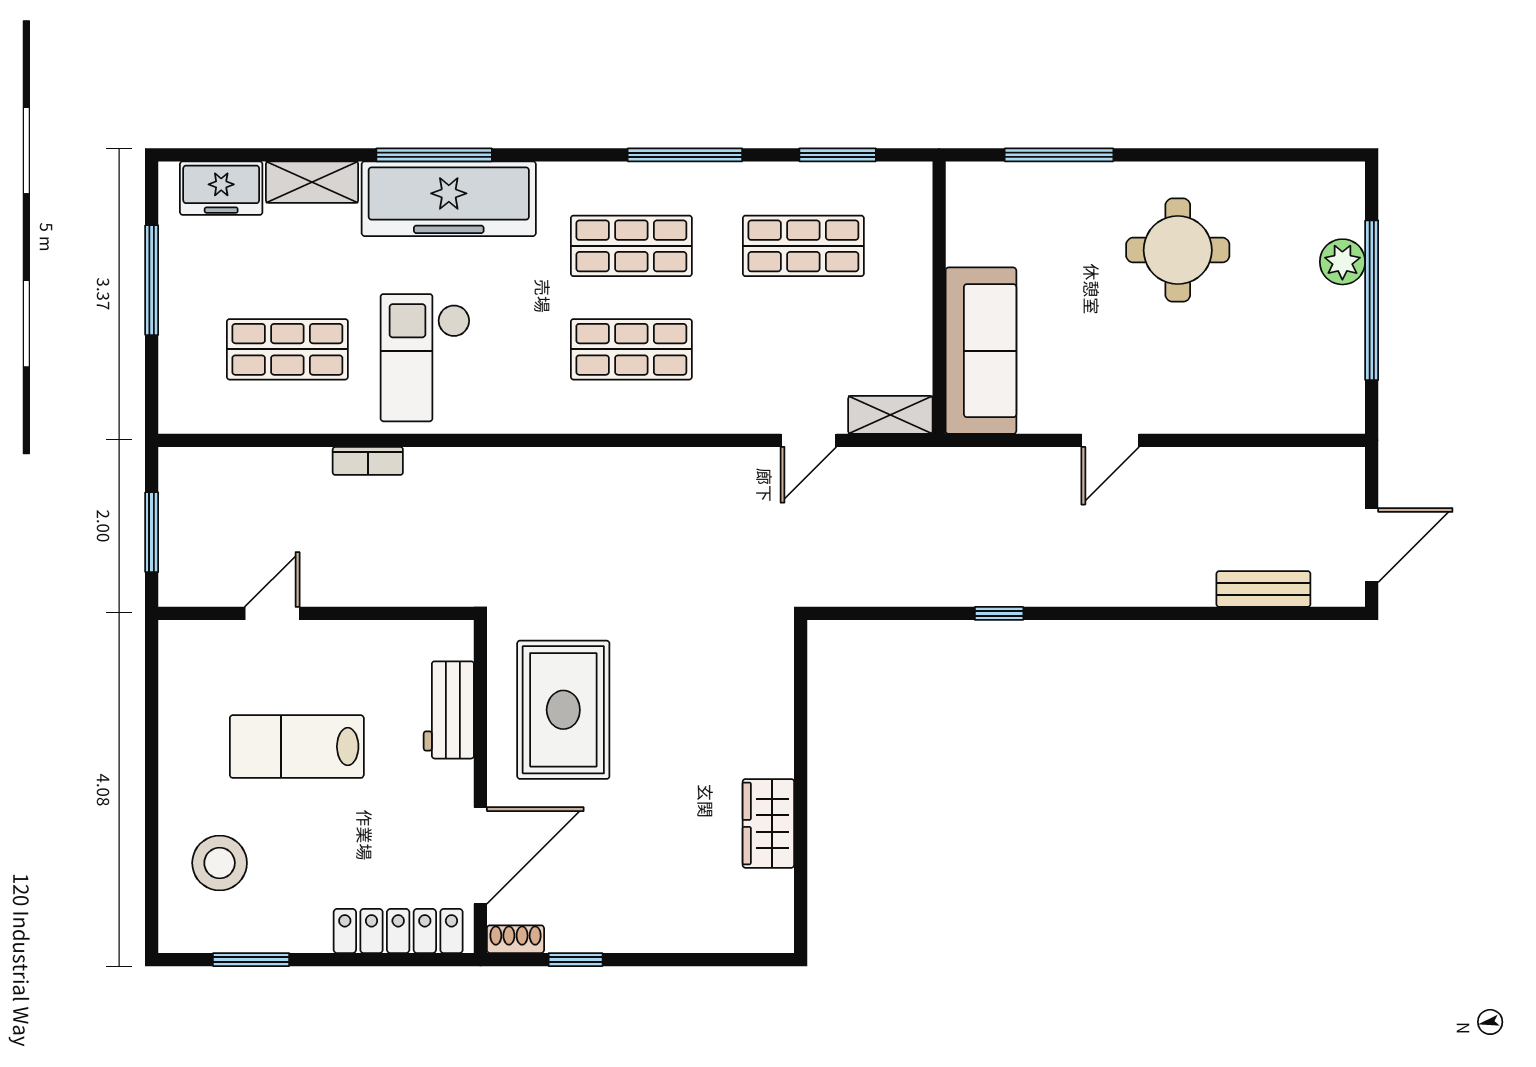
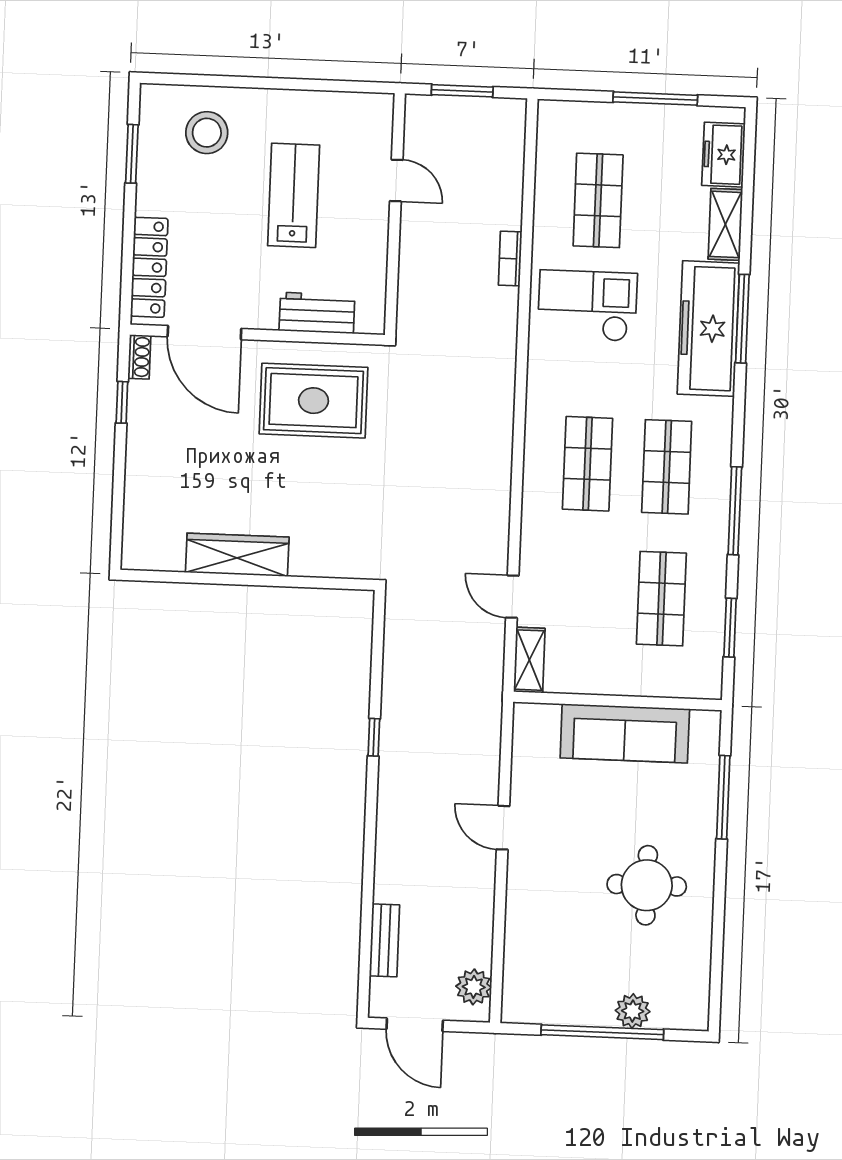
sofa: (981, 351) -> (625, 733), moved
plant: (1319, 470) -> (474, 987), added
wardrobe: (768, 823) -> (237, 555), width x1.50

